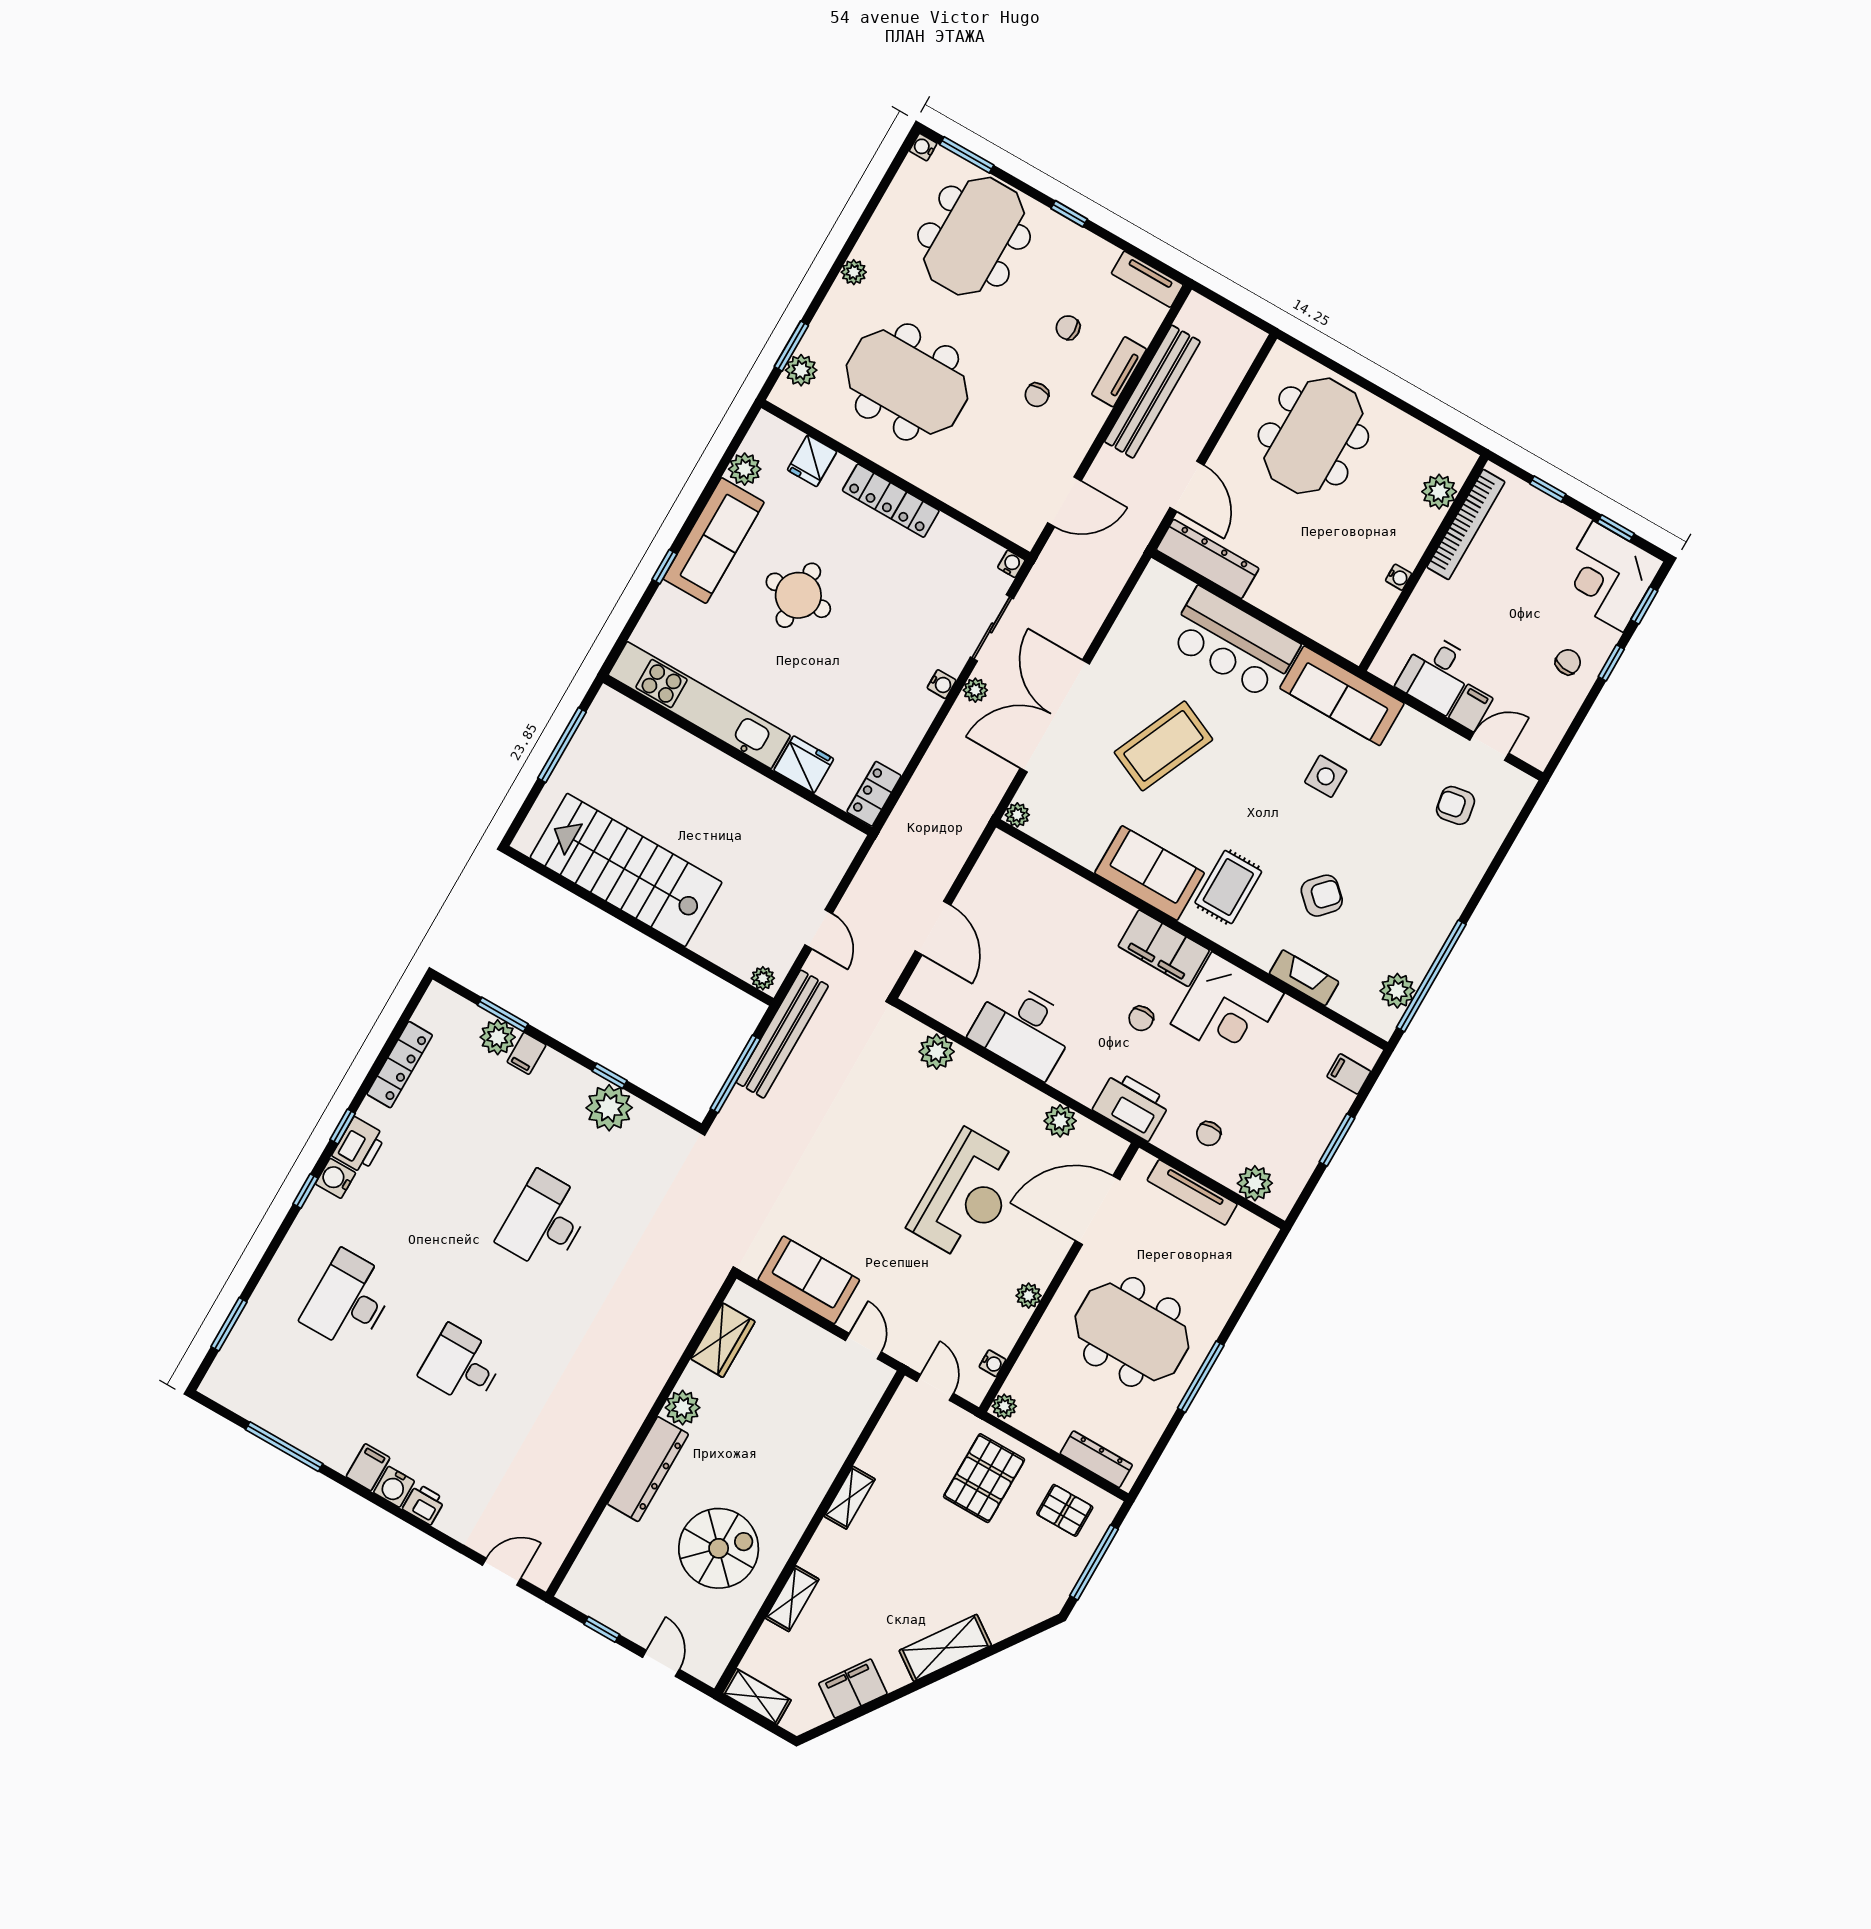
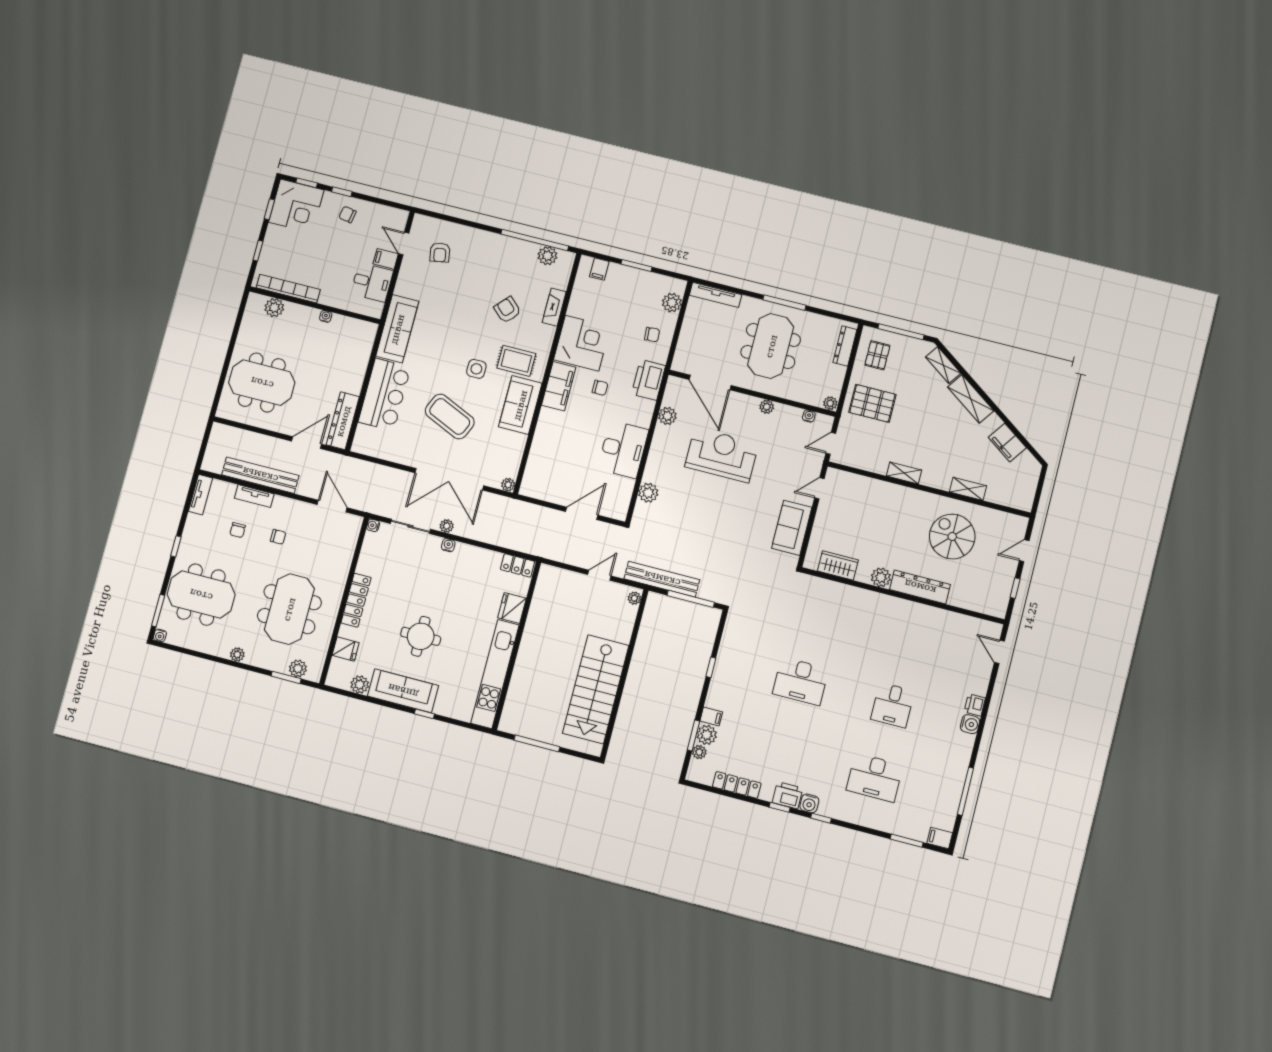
side table: (1326, 776) -> (476, 369), moved
plant: (609, 1108) -> (699, 752), moved, width x0.53, depth x0.53
tv unit: (1192, 1192) -> (716, 295), moved, turned 90
filing cabinet: (368, 1467) -> (940, 838), moved
shelving: (757, 1697) -> (943, 365), moved, turned -55

